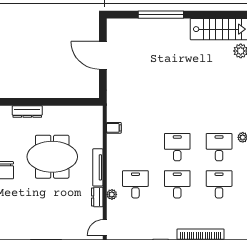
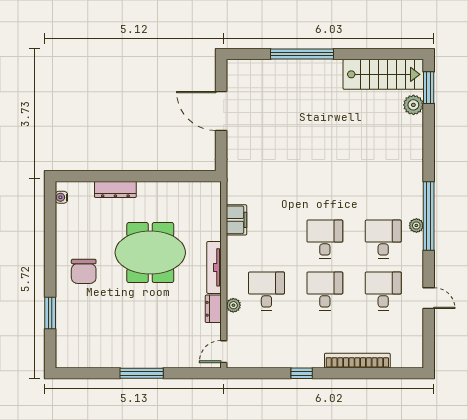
filing cabinet: (114, 128) -> (236, 220), width x2.00

